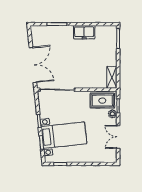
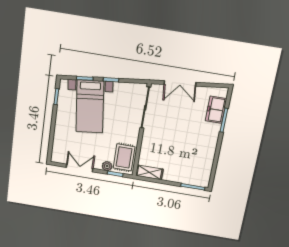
freezer: (84, 32) -> (216, 110), moved
double door: (33, 65) -> (180, 83), width x0.73

